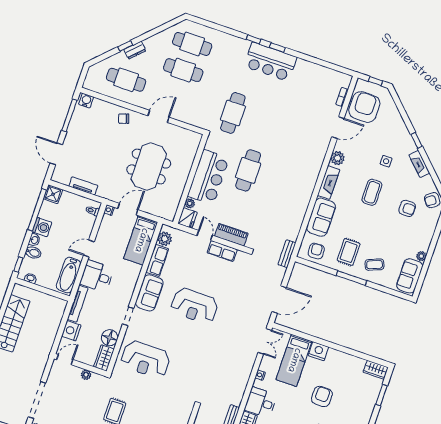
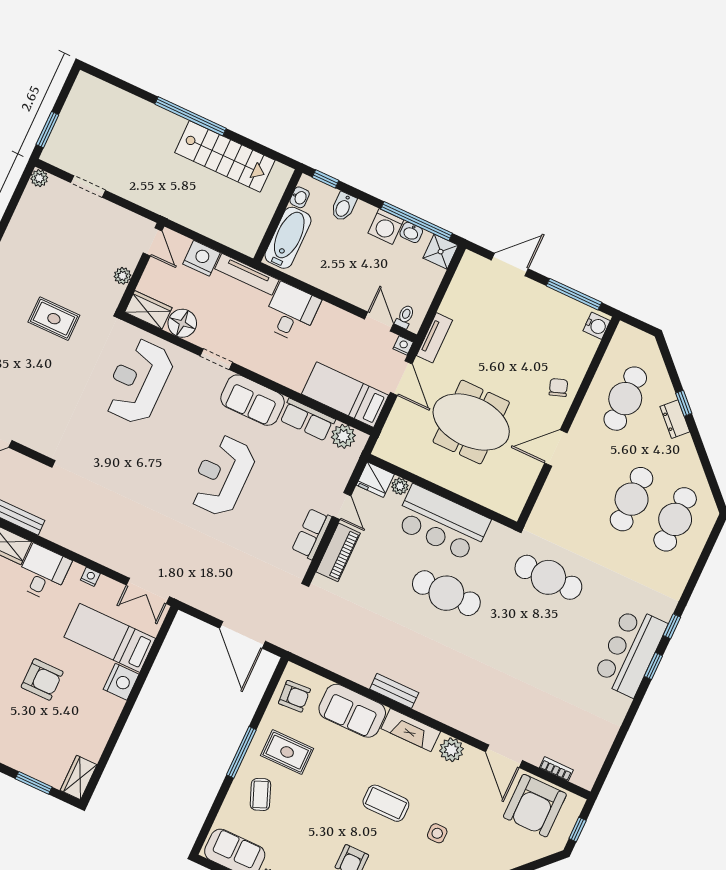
armchair: (364, 107) -> (535, 806), turned 90
door: (158, 116) -> (556, 448), swing flipped
tv unit: (83, 186) -> (435, 338), moved
door: (205, 235) -> (342, 506), hinge flipped
washbasin: (34, 240) -> (411, 232), moved
door: (89, 248) -> (379, 322), moved
bench: (287, 254) -> (394, 691), moved
bathtub: (69, 275) -> (288, 238), moved, turned 90
door: (279, 300) -> (242, 635), moved
doorway: (37, 400) -> (88, 186), width x0.53

